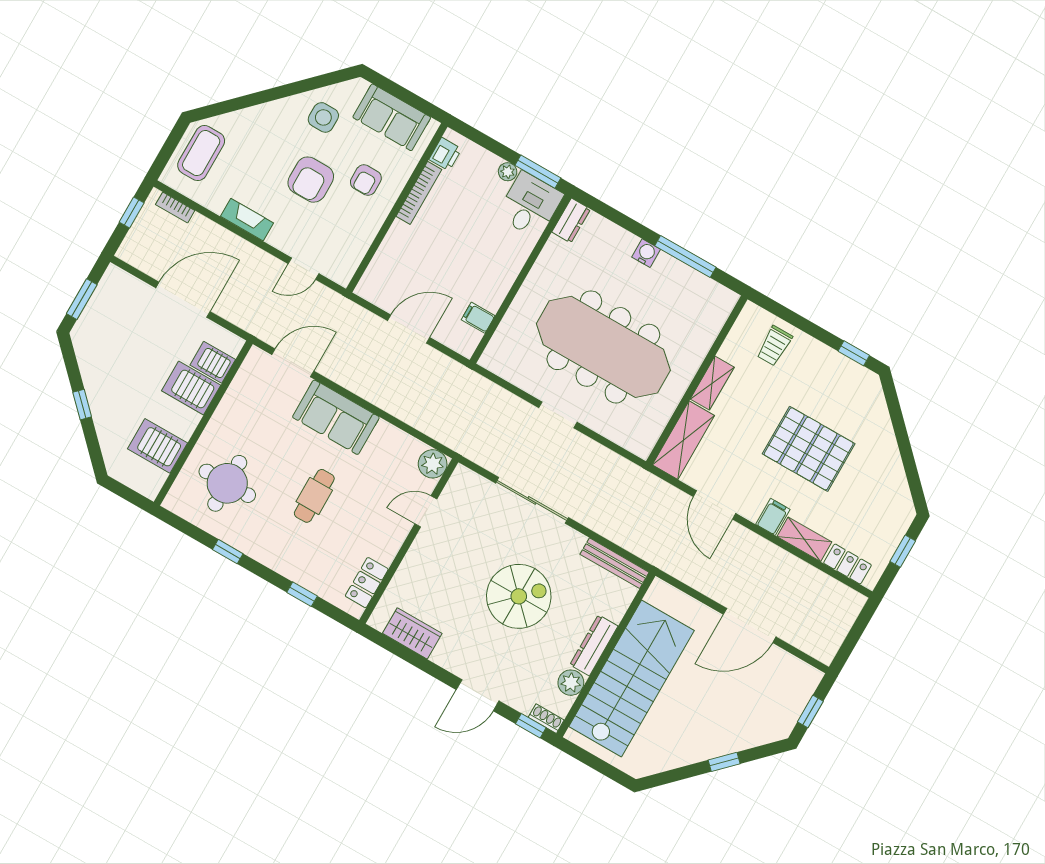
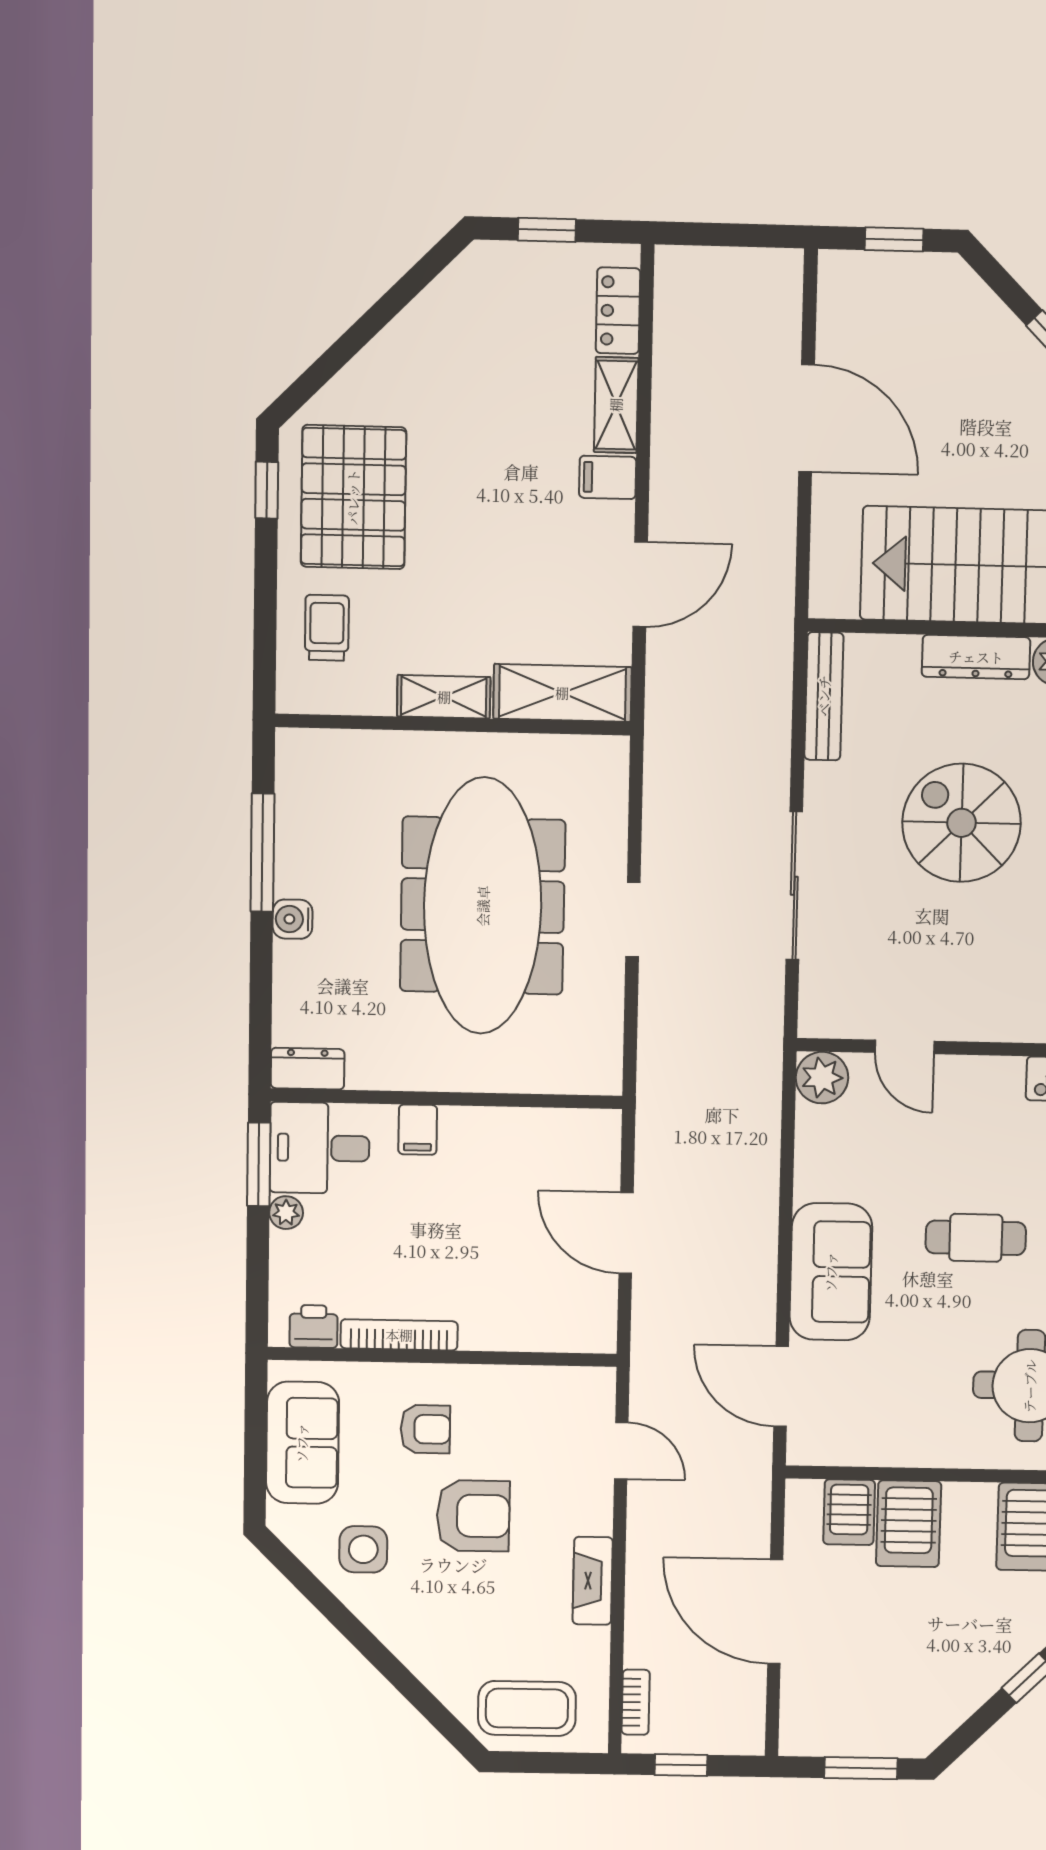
filing cabinet: (478, 318) -> (418, 1130), moved
trolley: (774, 346) -> (327, 628), turned -90
pallet: (809, 449) -> (353, 497), moved

